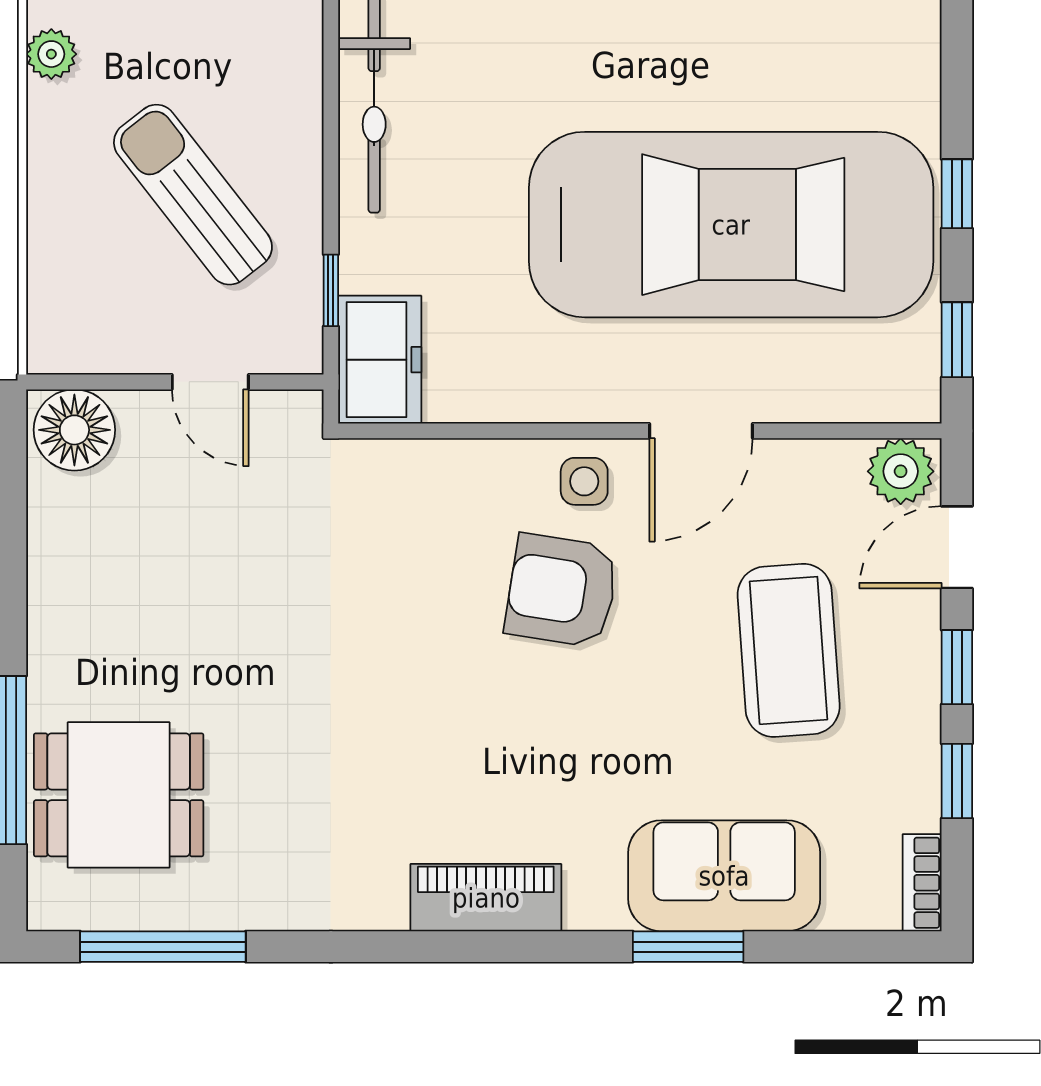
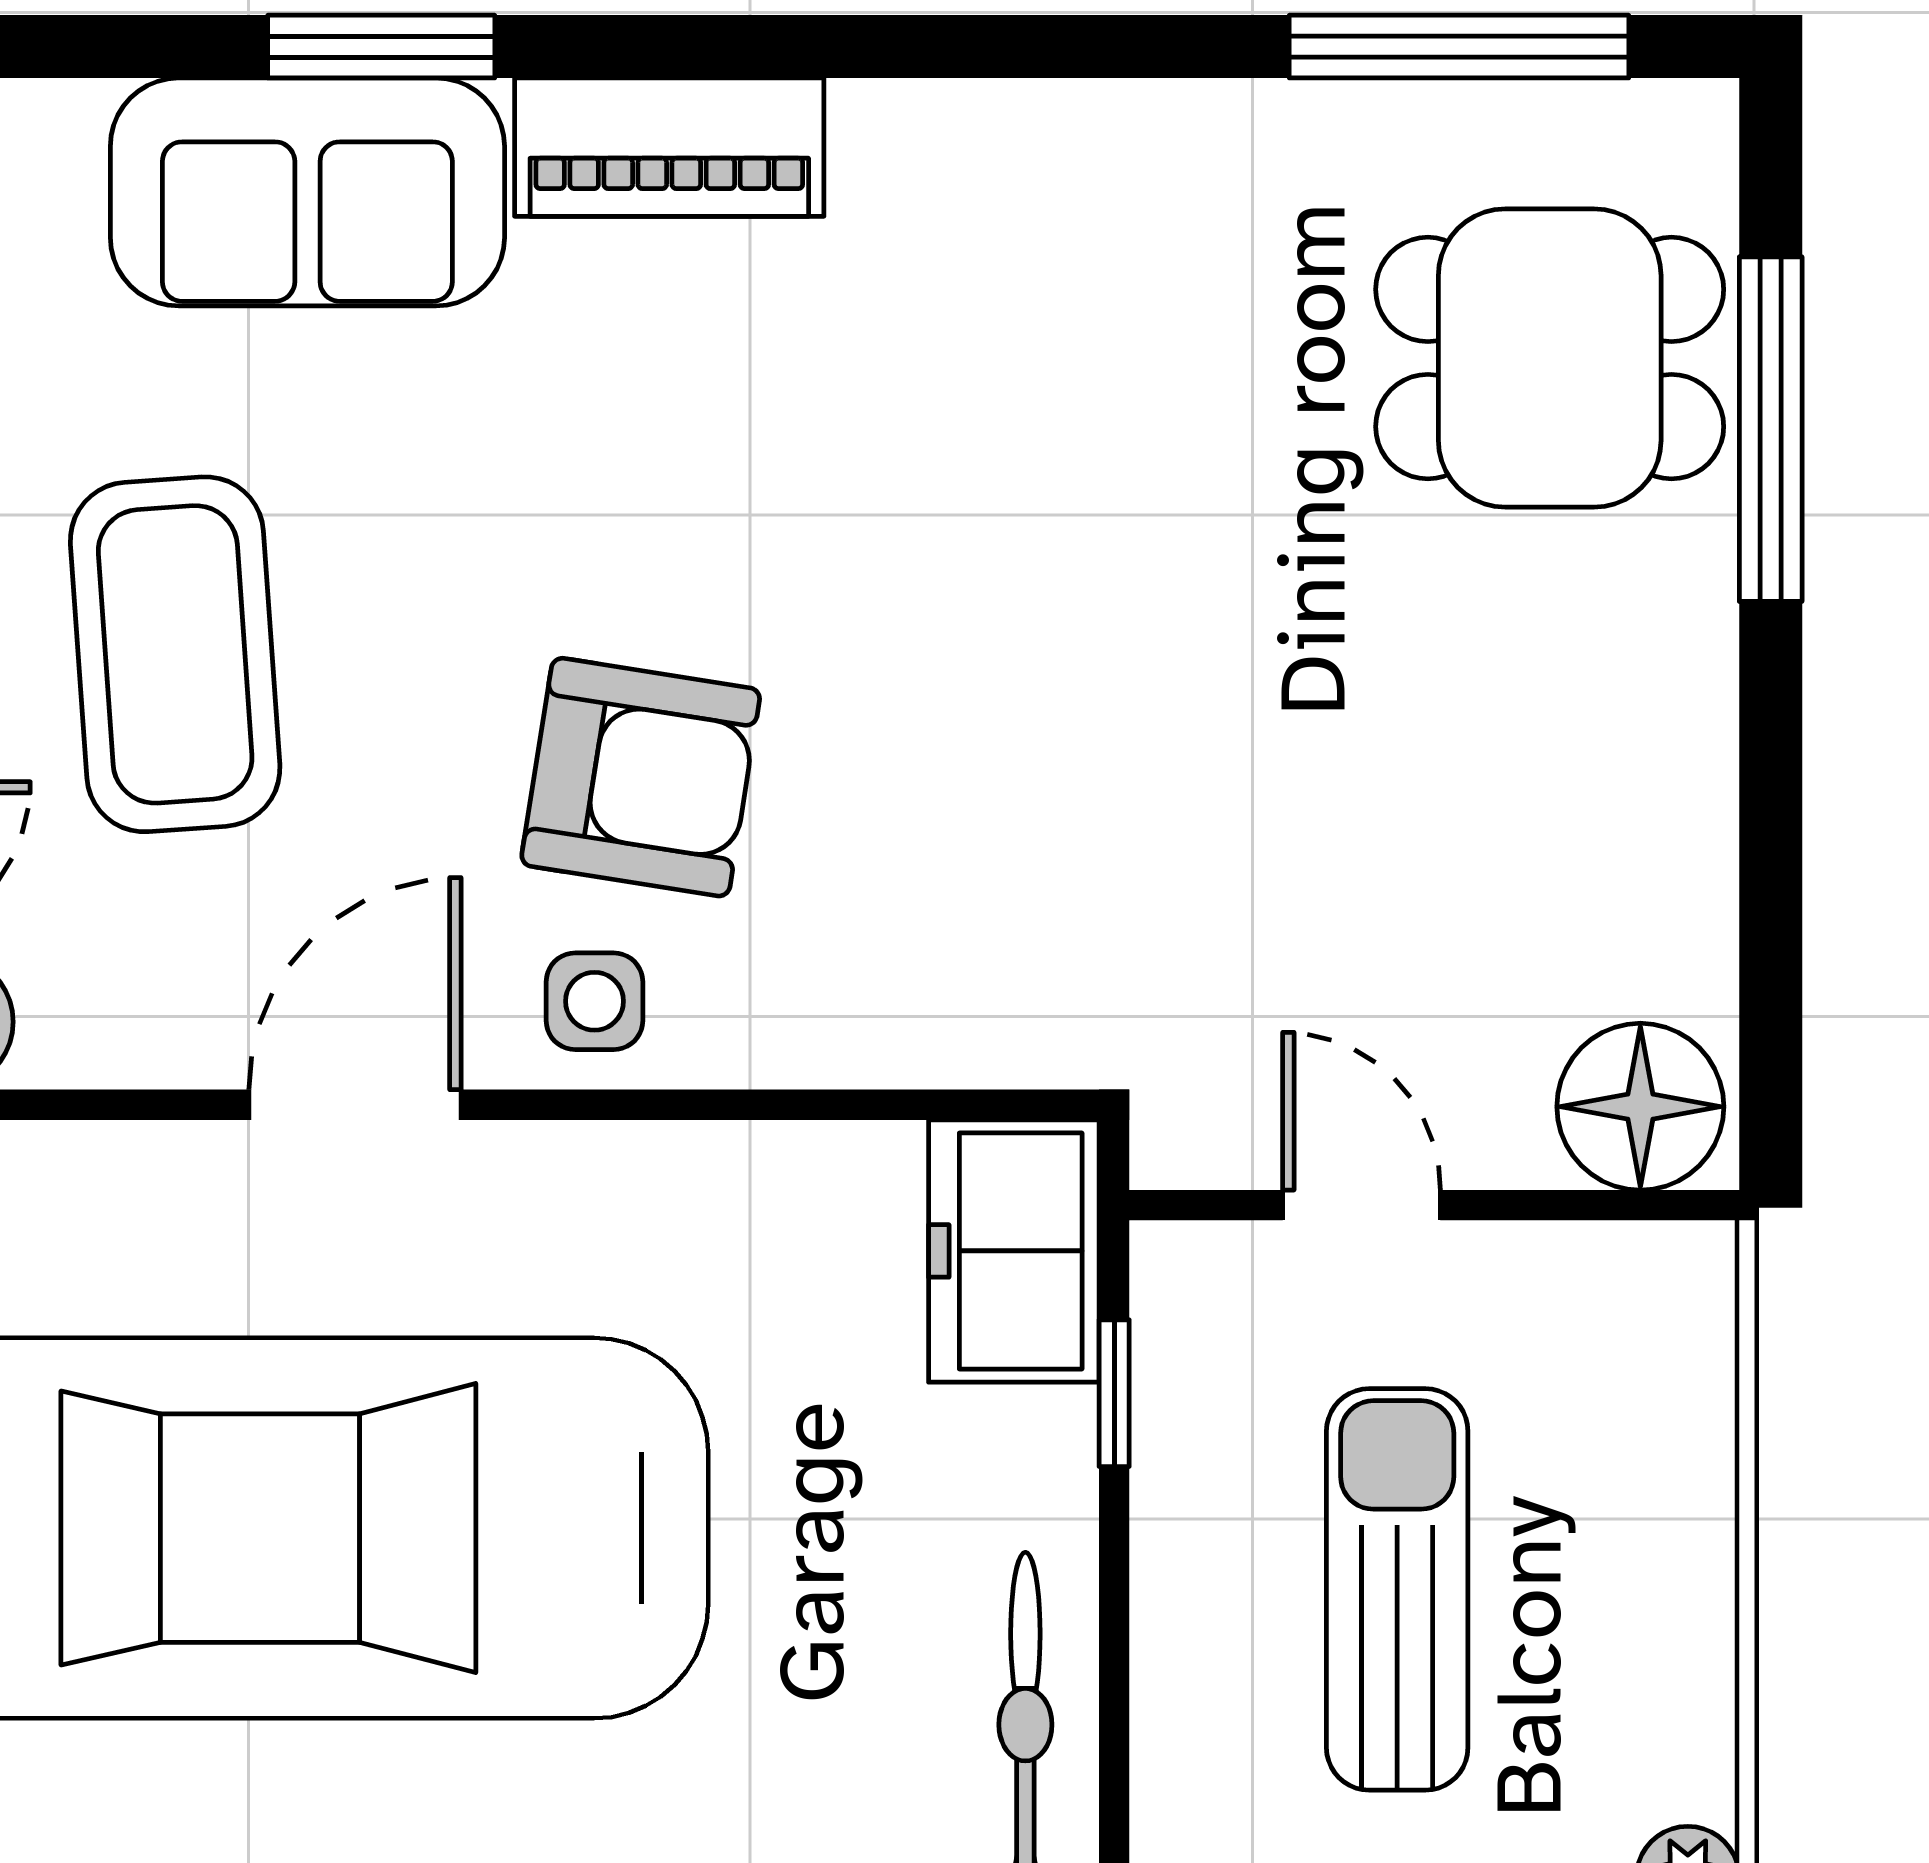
sun lounger: (193, 195) -> (1397, 1589), turned -142
piano: (486, 898) -> (669, 147), moved

